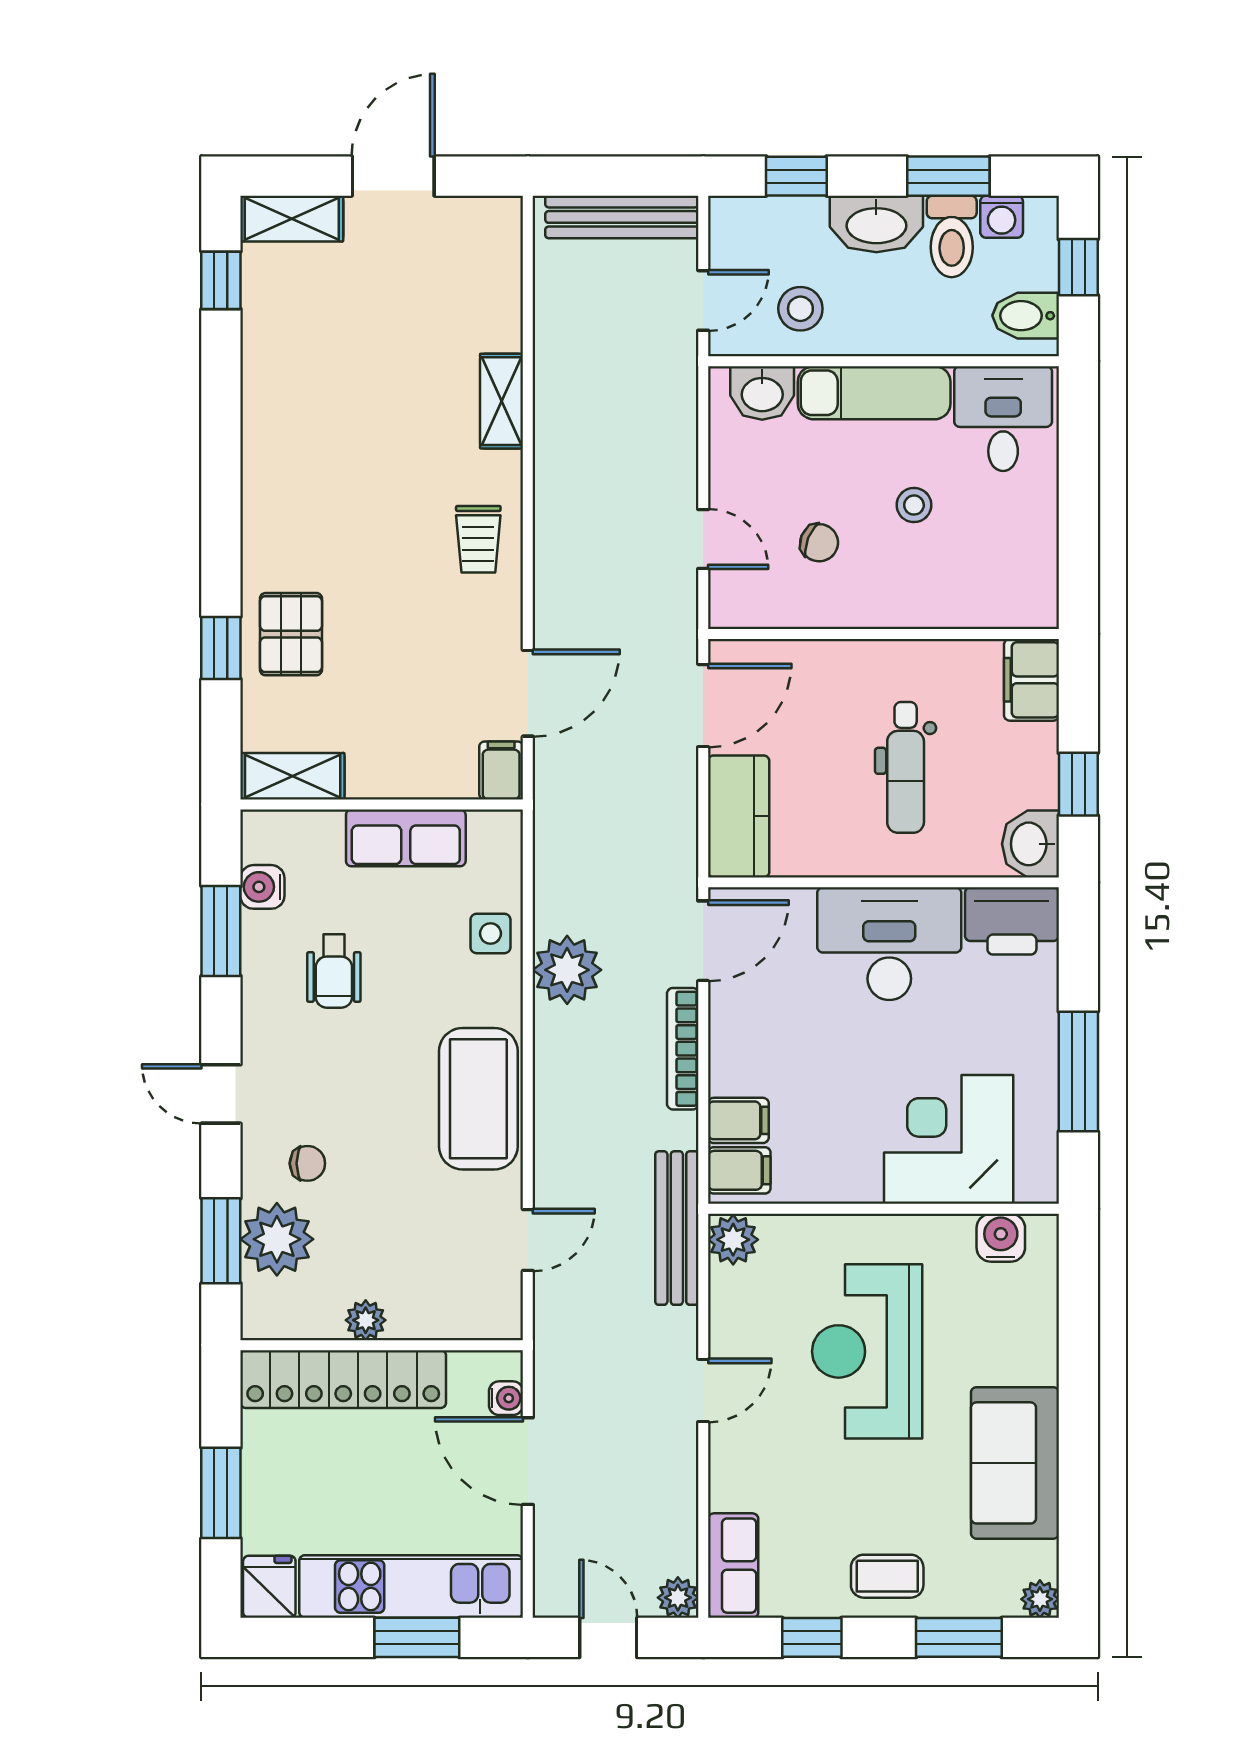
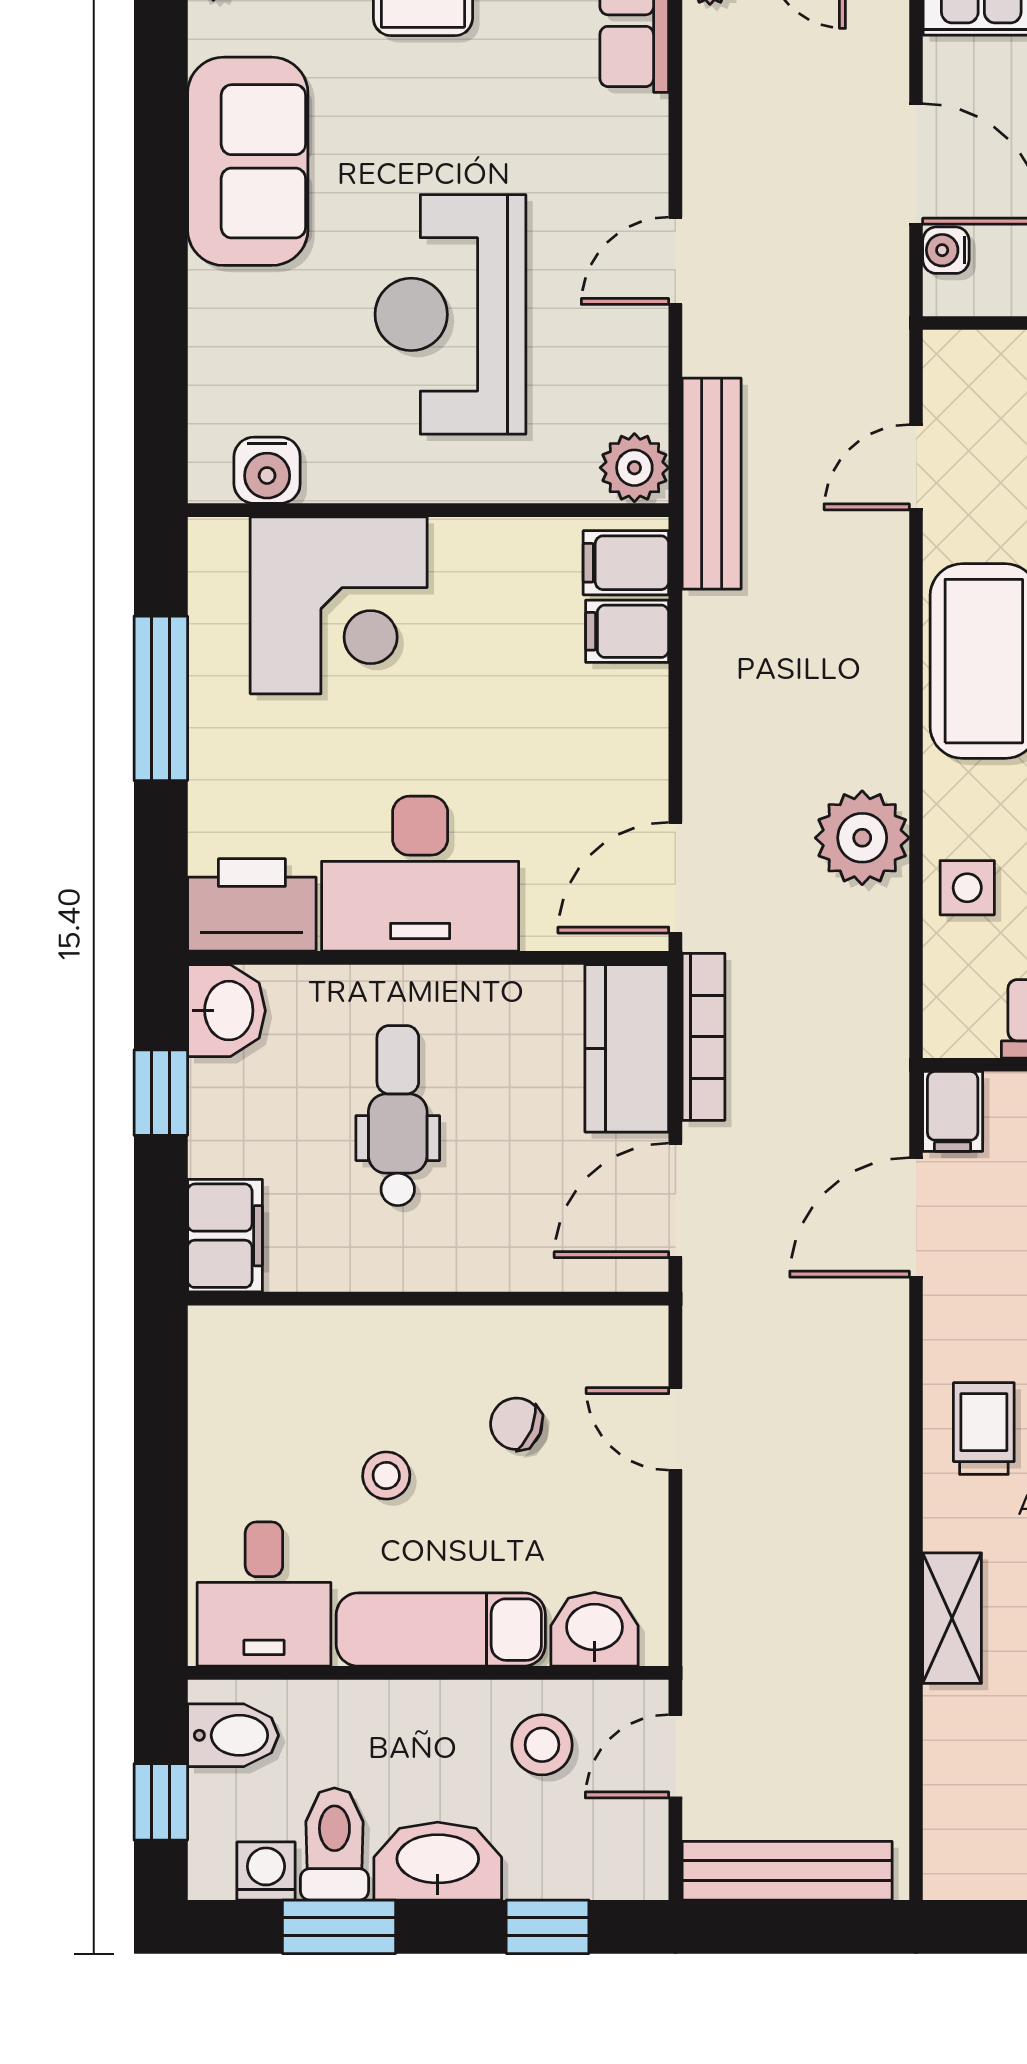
bookcase: (683, 1049) -> (703, 1037), moved
reception desk: (867, 1351) -> (450, 314), turned 180

